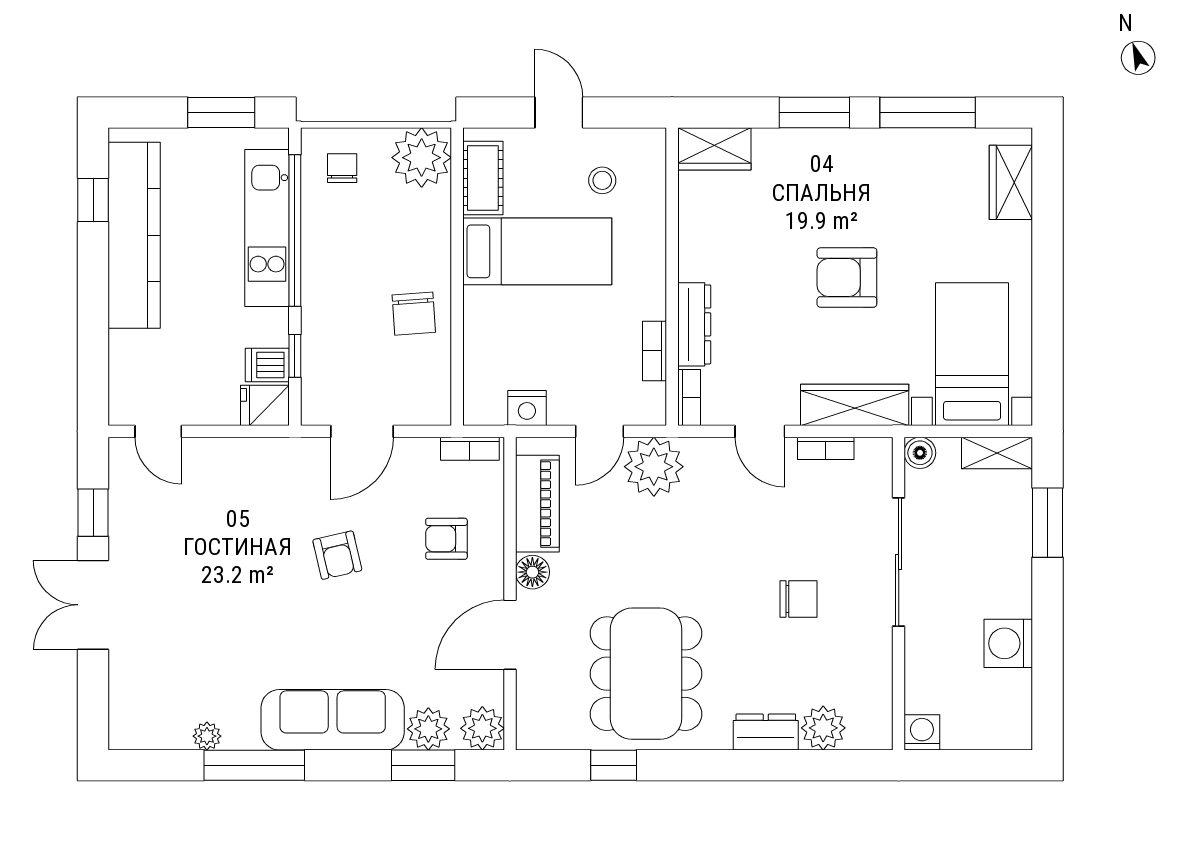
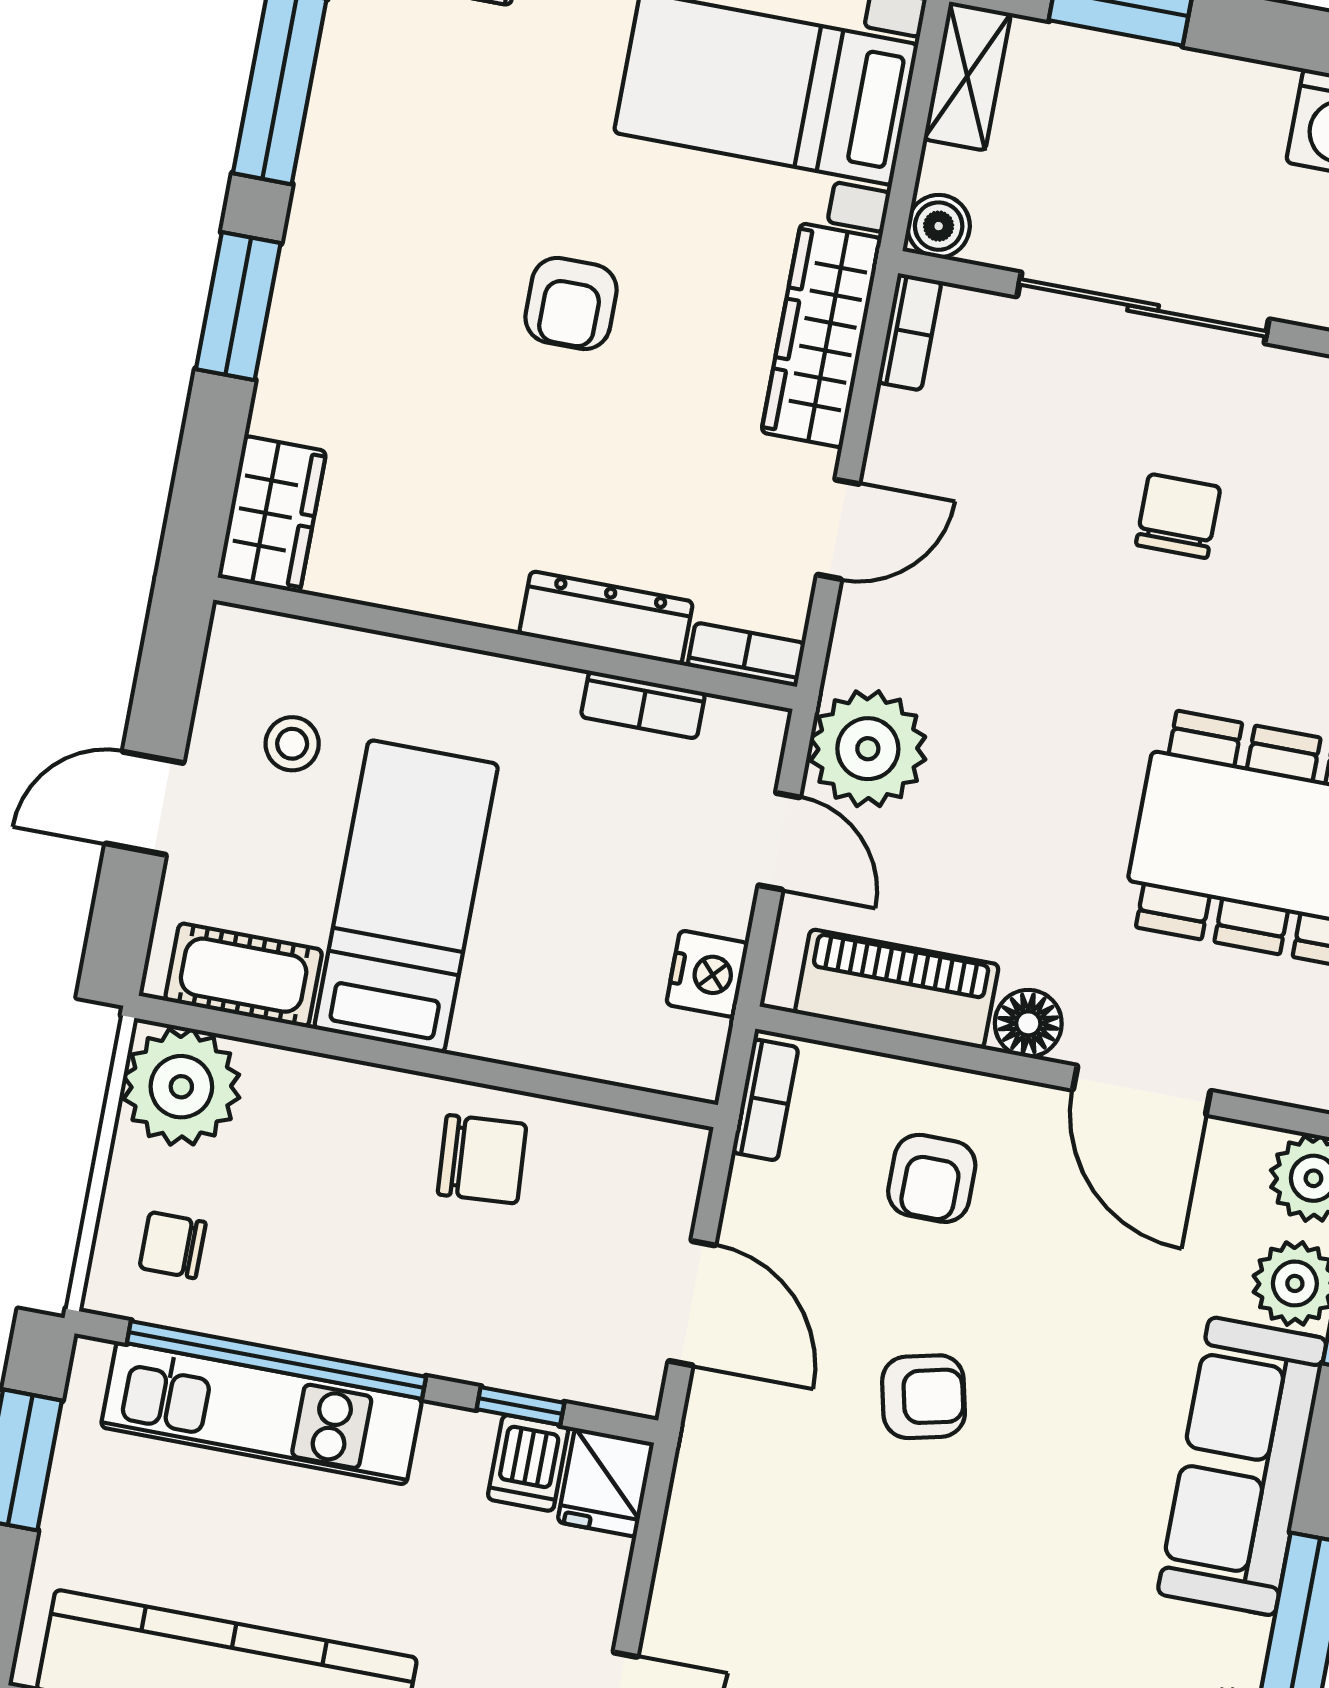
armchair: (847, 278) -> (571, 304), width x0.72, depth x0.72
bookcase: (826, 448) -> (910, 332), moved

